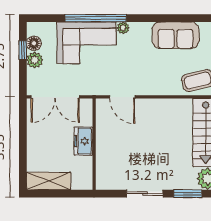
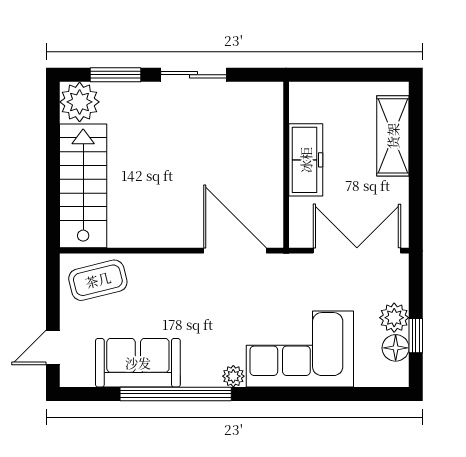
window: (96, 18) -> (176, 394), moved
door: (122, 97) -> (235, 251), width x1.36
freezer: (83, 141) -> (306, 160), width x1.40
shelving: (49, 181) -> (393, 136), moved, turned 90

